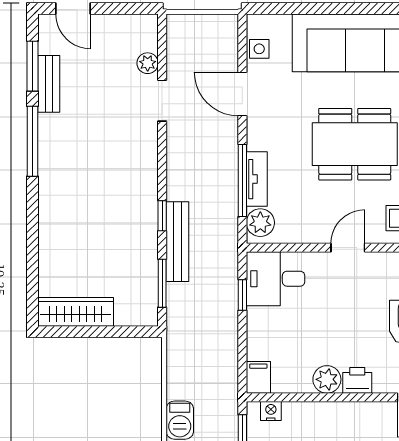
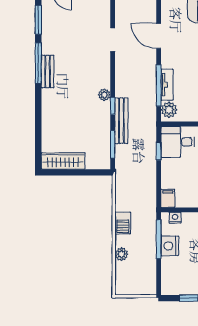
side table: (259, 49) -> (168, 10), removed
plant: (148, 63) -> (104, 95), moved
bench: (49, 84) -> (48, 71), moved

